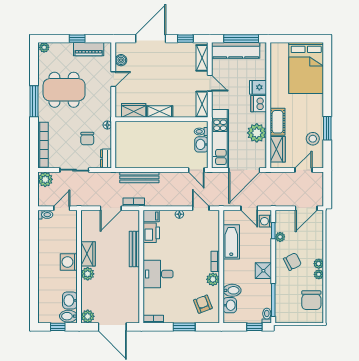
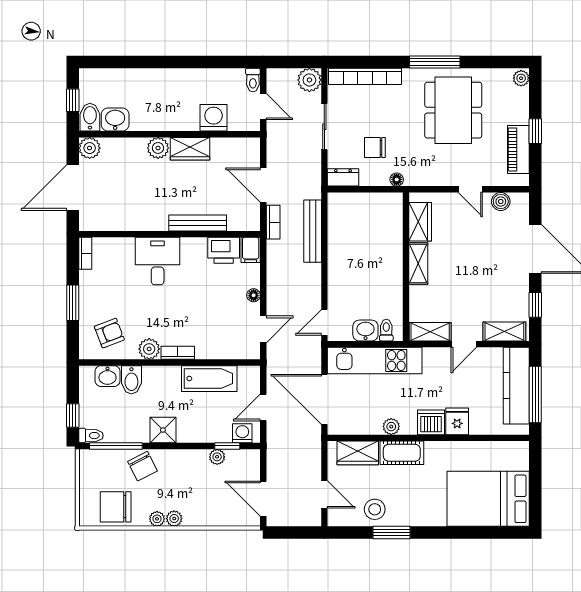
plant: (257, 133) -> (391, 427), width x0.53, depth x0.53
washing machine: (69, 262) -> (214, 118), moved
chair: (292, 262) -> (143, 466), moved

